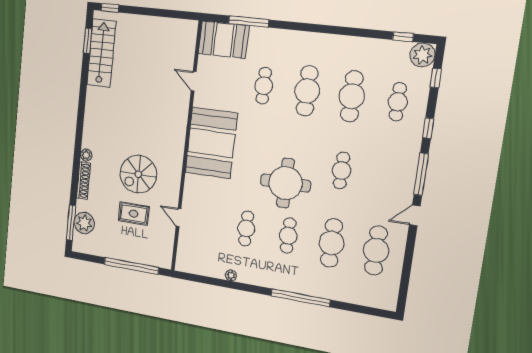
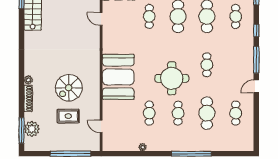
booth: (211, 143) -> (118, 77), moved
door: (179, 217) -> (101, 126), moved
cafe table: (376, 250) -> (236, 113), width x0.73, depth x0.74

